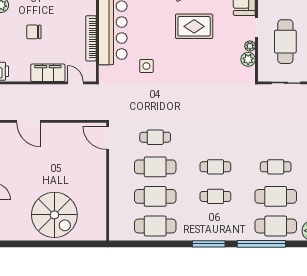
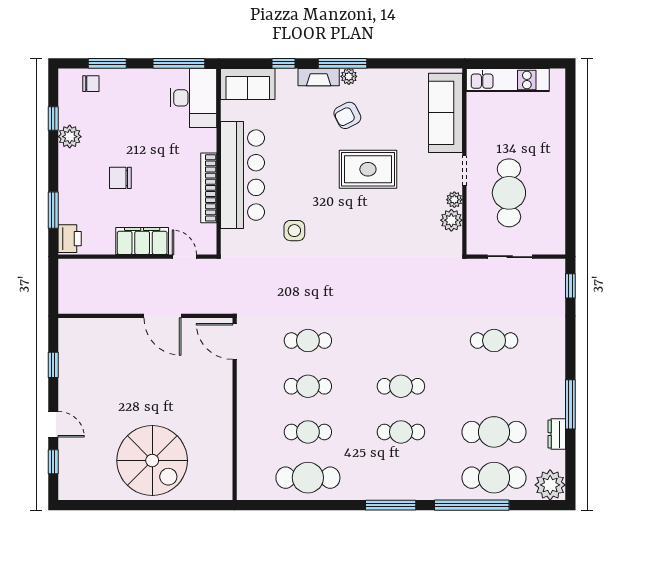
door: (29, 121) -> (162, 316), moved
cafe table: (155, 167) -> (308, 386), width x0.73, depth x0.74
cafe table: (276, 167) -> (494, 341), moved
cafe table: (155, 196) -> (308, 432), width x0.73, depth x0.74

